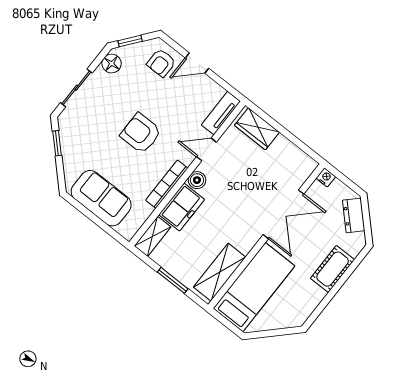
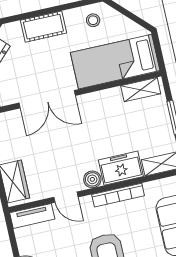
double door: (283, 214) -> (47, 99), swing flipped
shelving: (220, 272) -> (141, 90), width x0.67, depth x0.75
stool: (298, 306) -> (93, 20), added

